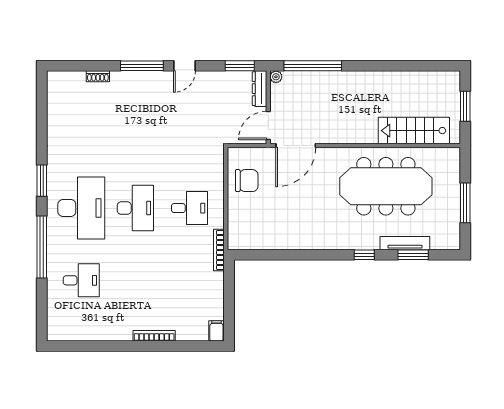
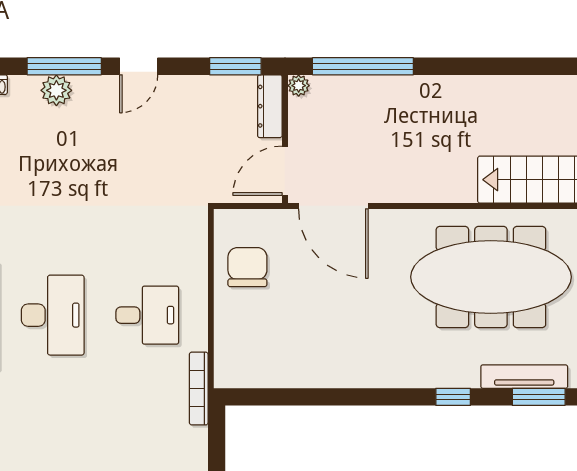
plant: (137, 80) -> (56, 90), added
door: (296, 146) -> (333, 206), hinge flipped
chair: (247, 181) -> (247, 267), turned -90

